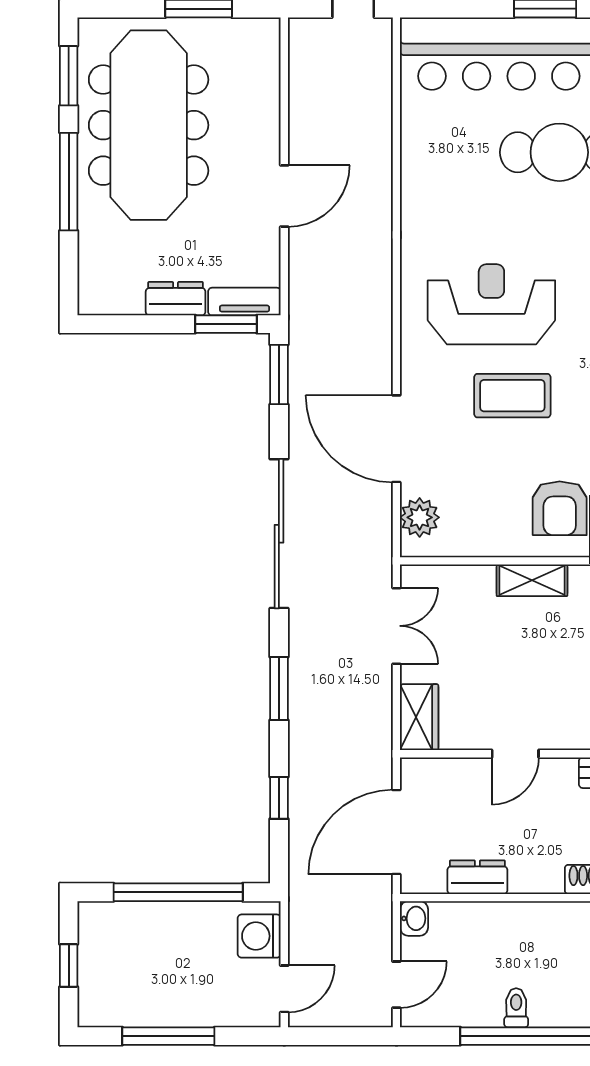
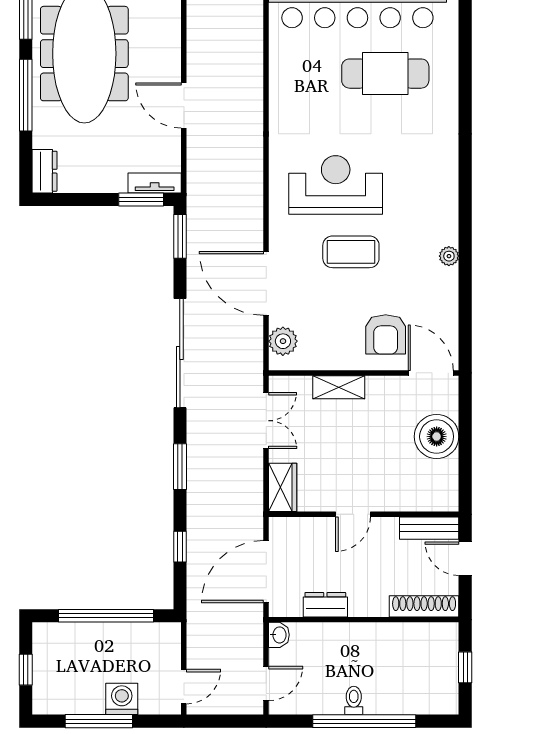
door: (284, 196) -> (184, 106), swing flipped
dresser: (176, 299) -> (44, 171), moved, turned 90
shelving: (532, 580) -> (339, 387), moved
washing machine: (259, 936) -> (122, 699), moved, turned 90

